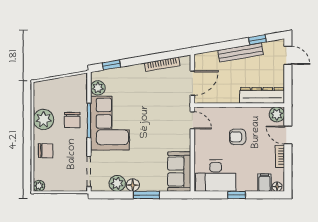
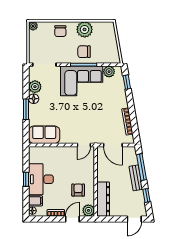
window: (221, 46) -> (142, 167), added
bench: (241, 52) -> (136, 178), width x0.73
armchair: (238, 137) -> (78, 190), moved
desk: (216, 176) -> (41, 179), moved

